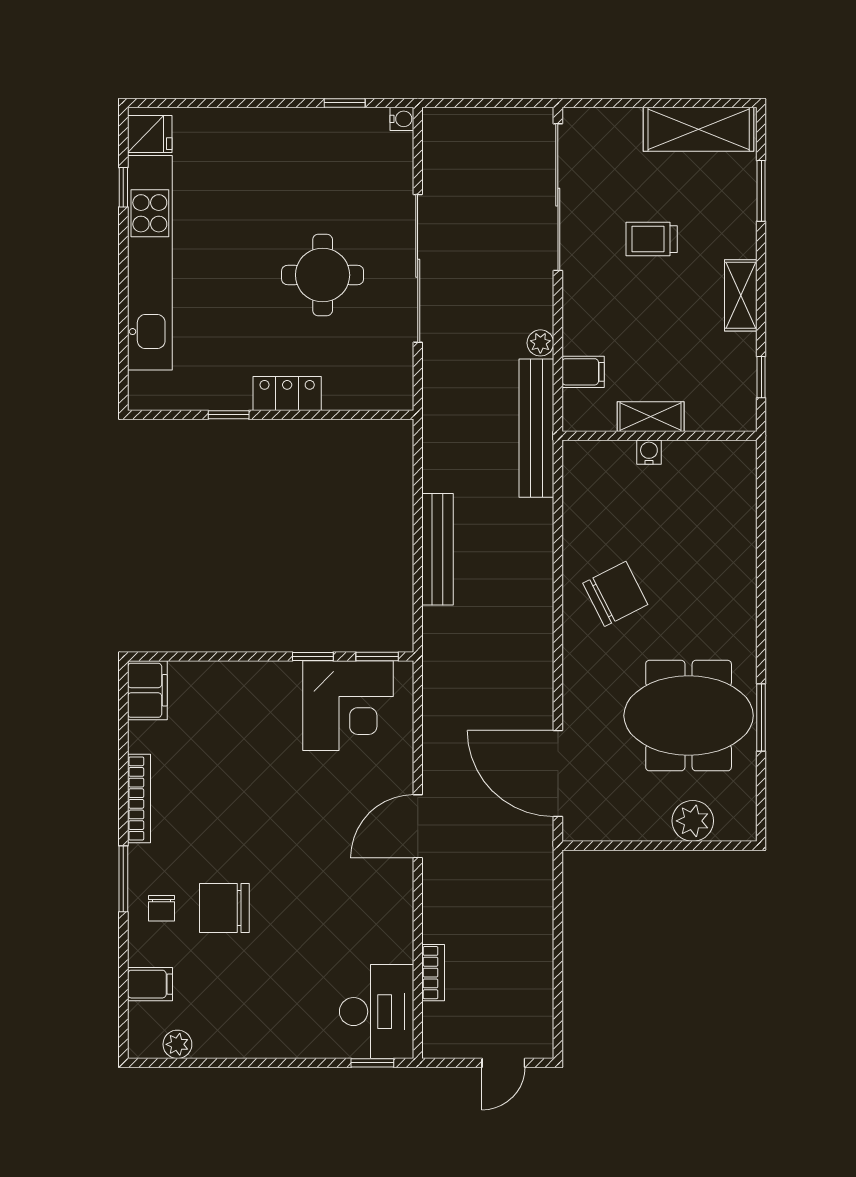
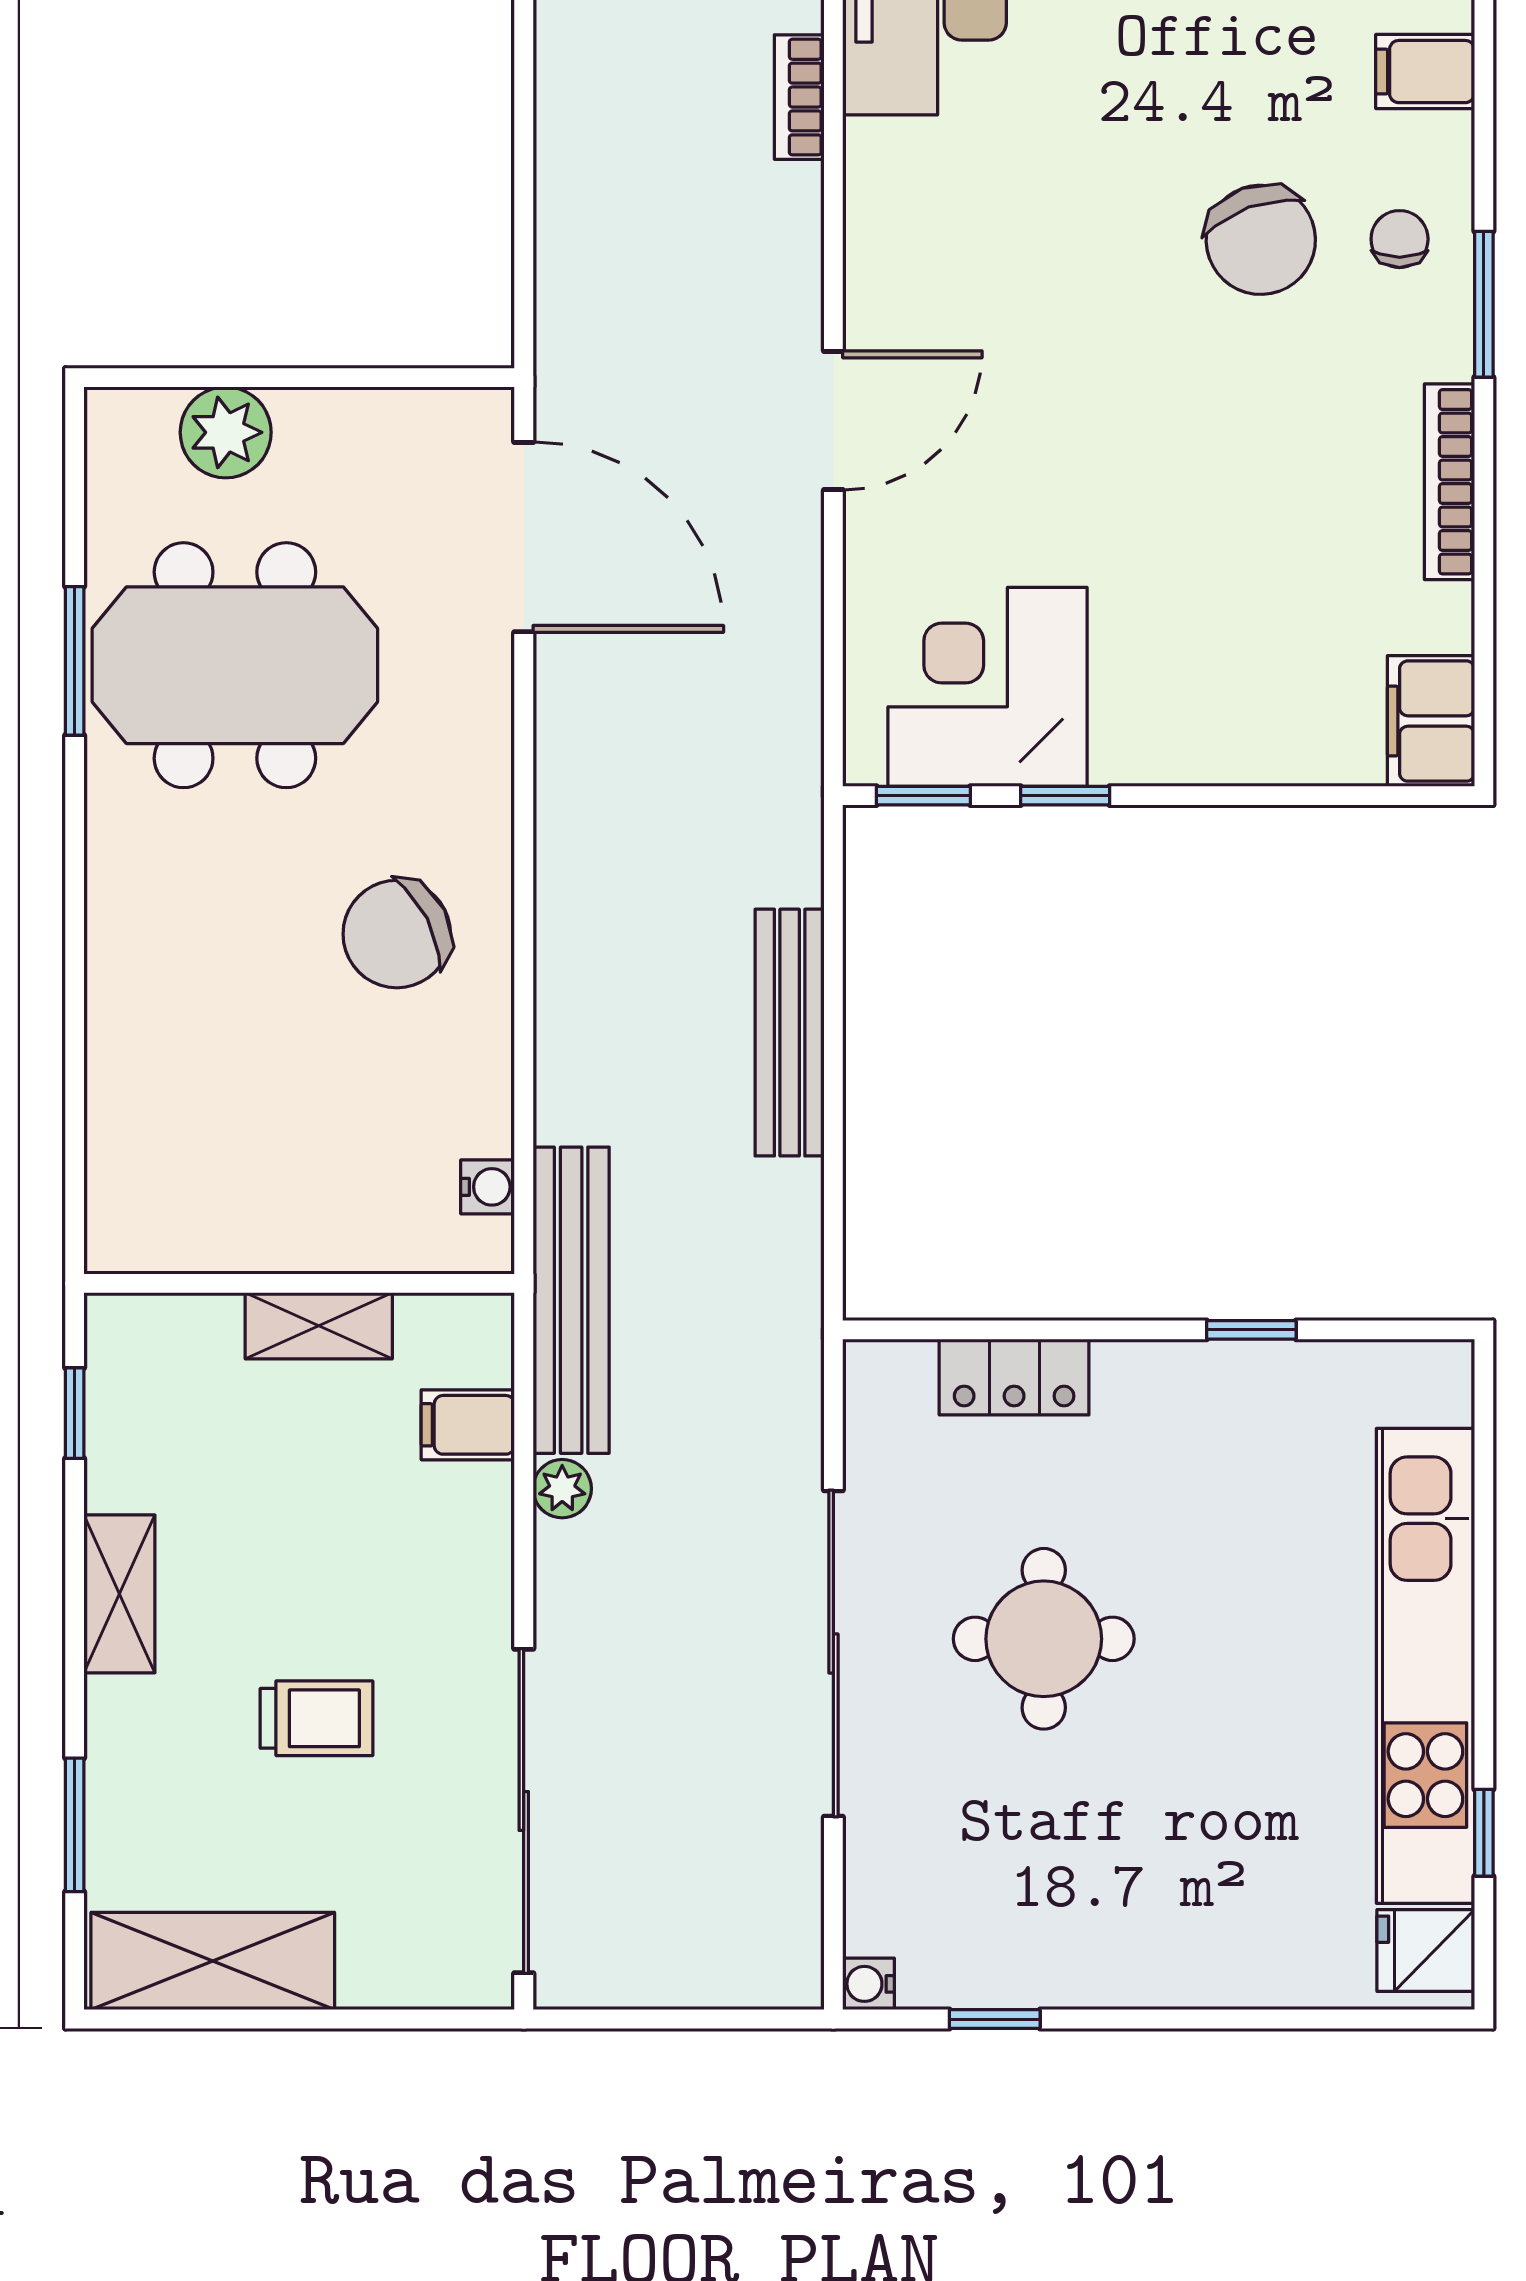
locker: (287, 393) -> (1014, 1377), moved
water cooler: (649, 452) -> (488, 1187), moved, turned -90
chair: (224, 908) -> (1261, 240), turned 70

